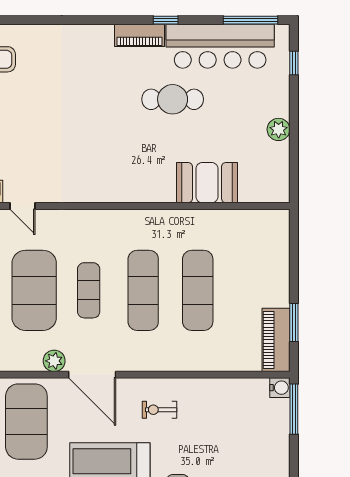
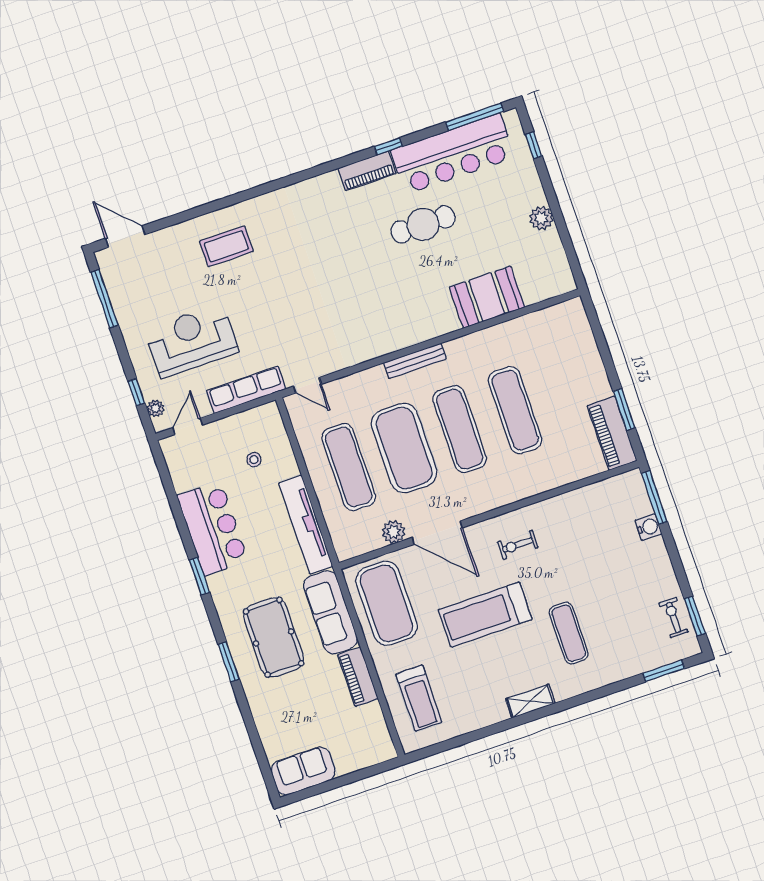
bench: (124, 217) -> (415, 361), added
exercise mat: (34, 290) -> (349, 467), width x0.68
exercise mat: (89, 290) -> (404, 448), width x2.00, depth x1.45
water cooler: (280, 388) -> (649, 527), moved

